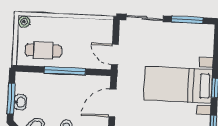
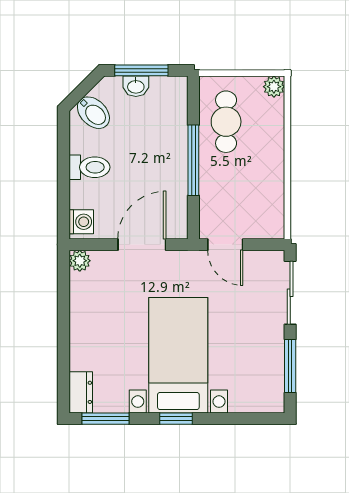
door: (115, 54) -> (225, 245), swing flipped
door: (113, 103) -> (142, 245), hinge flipped

